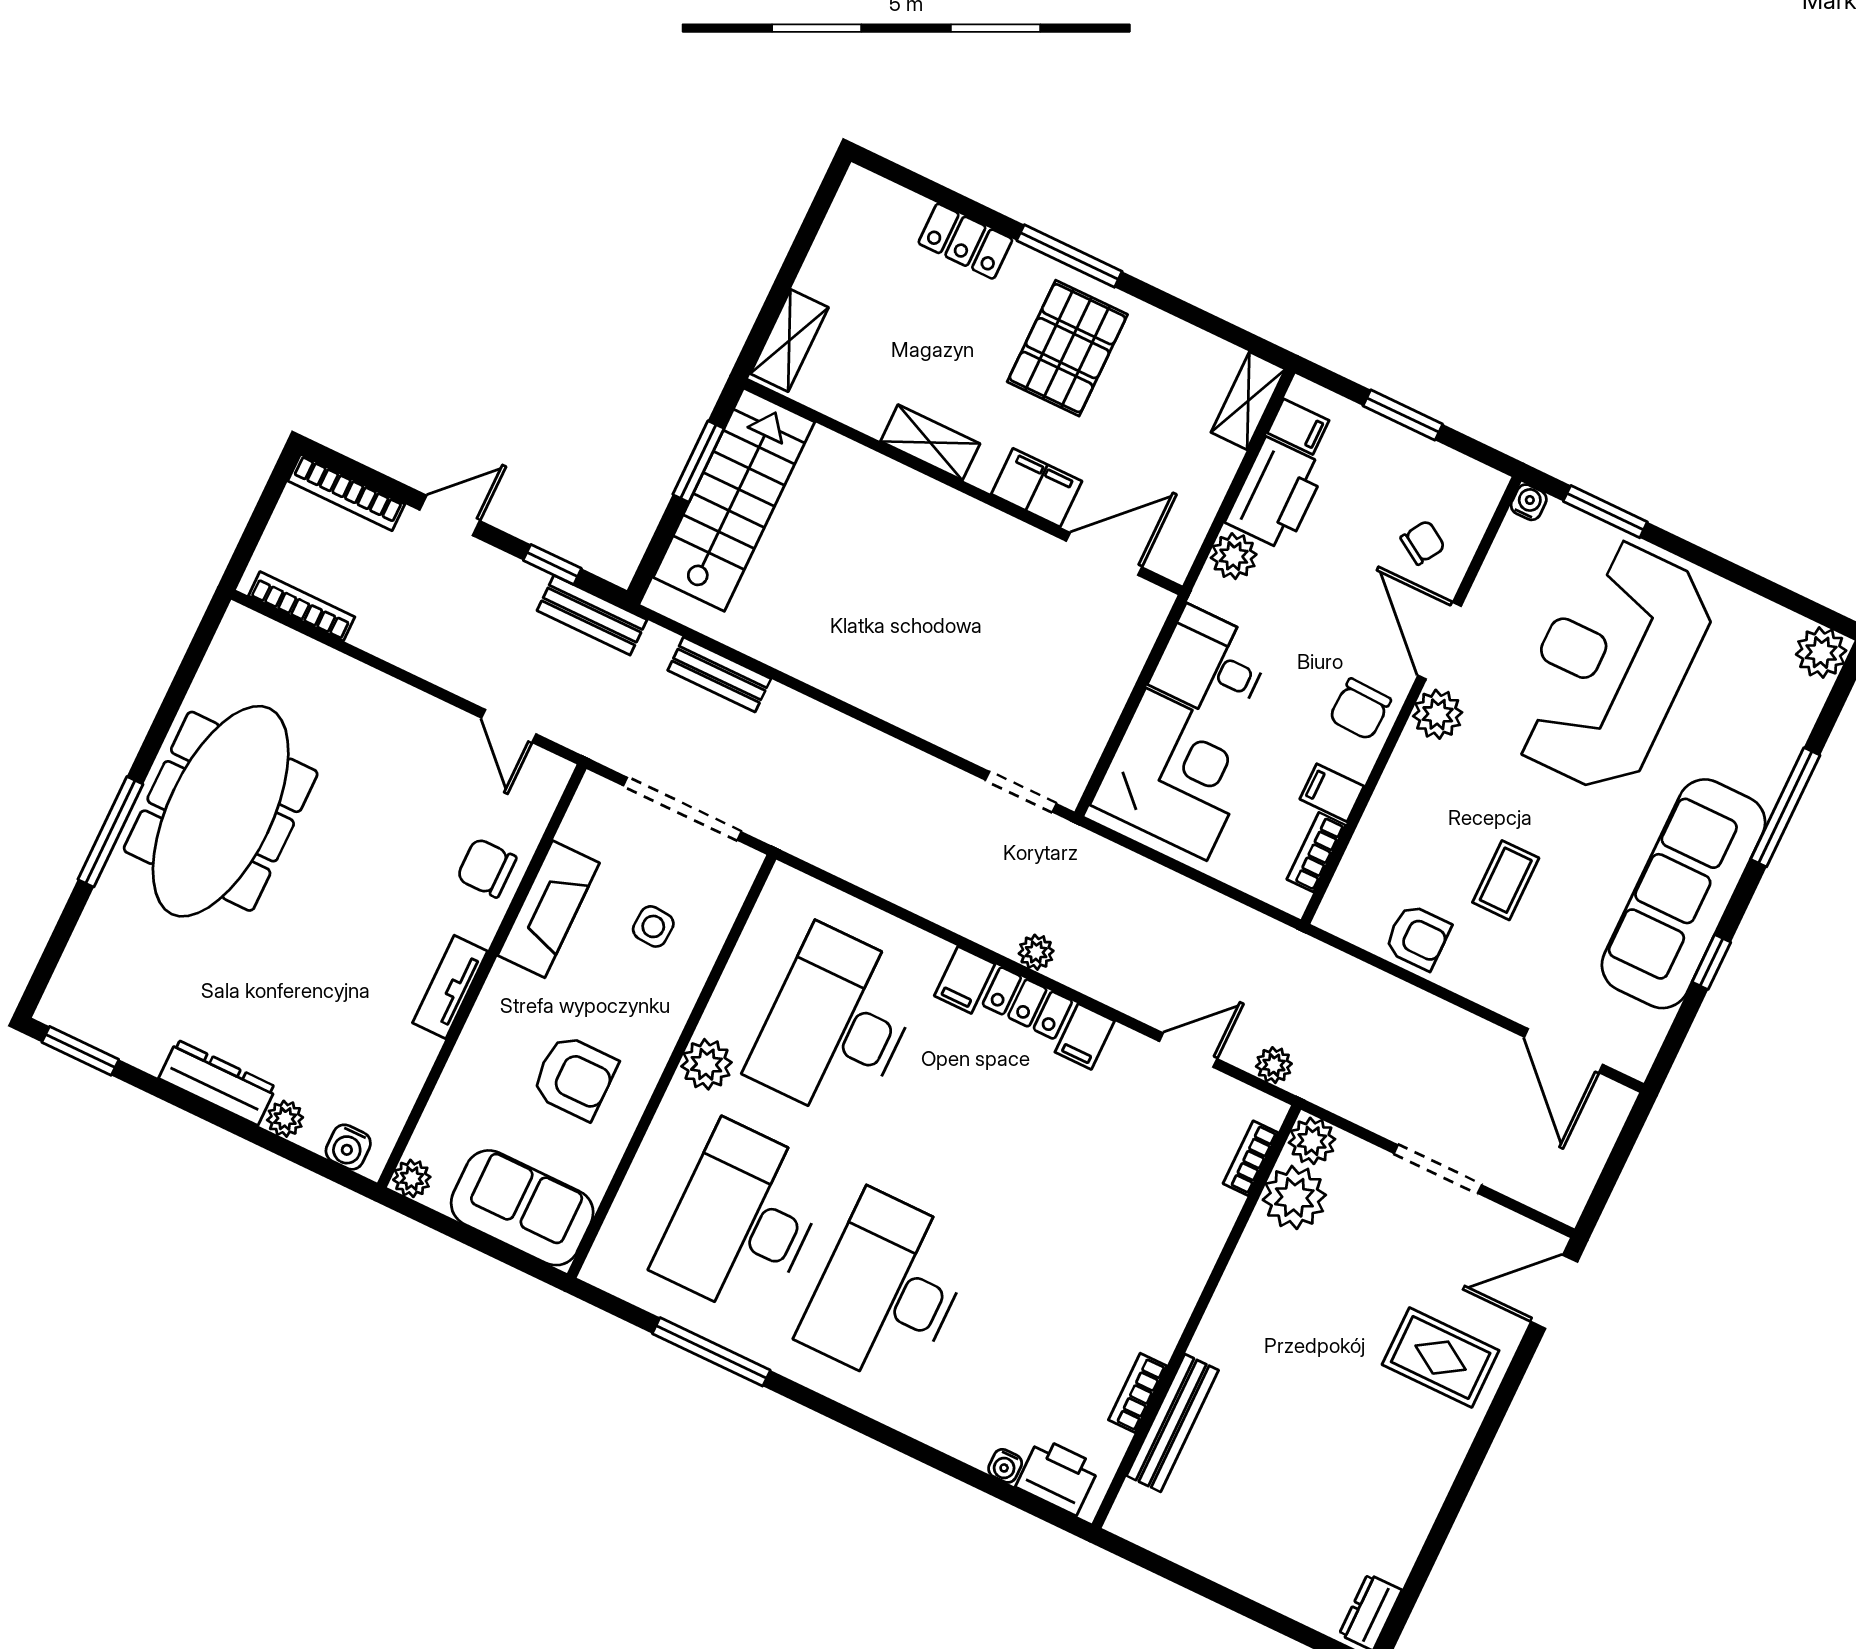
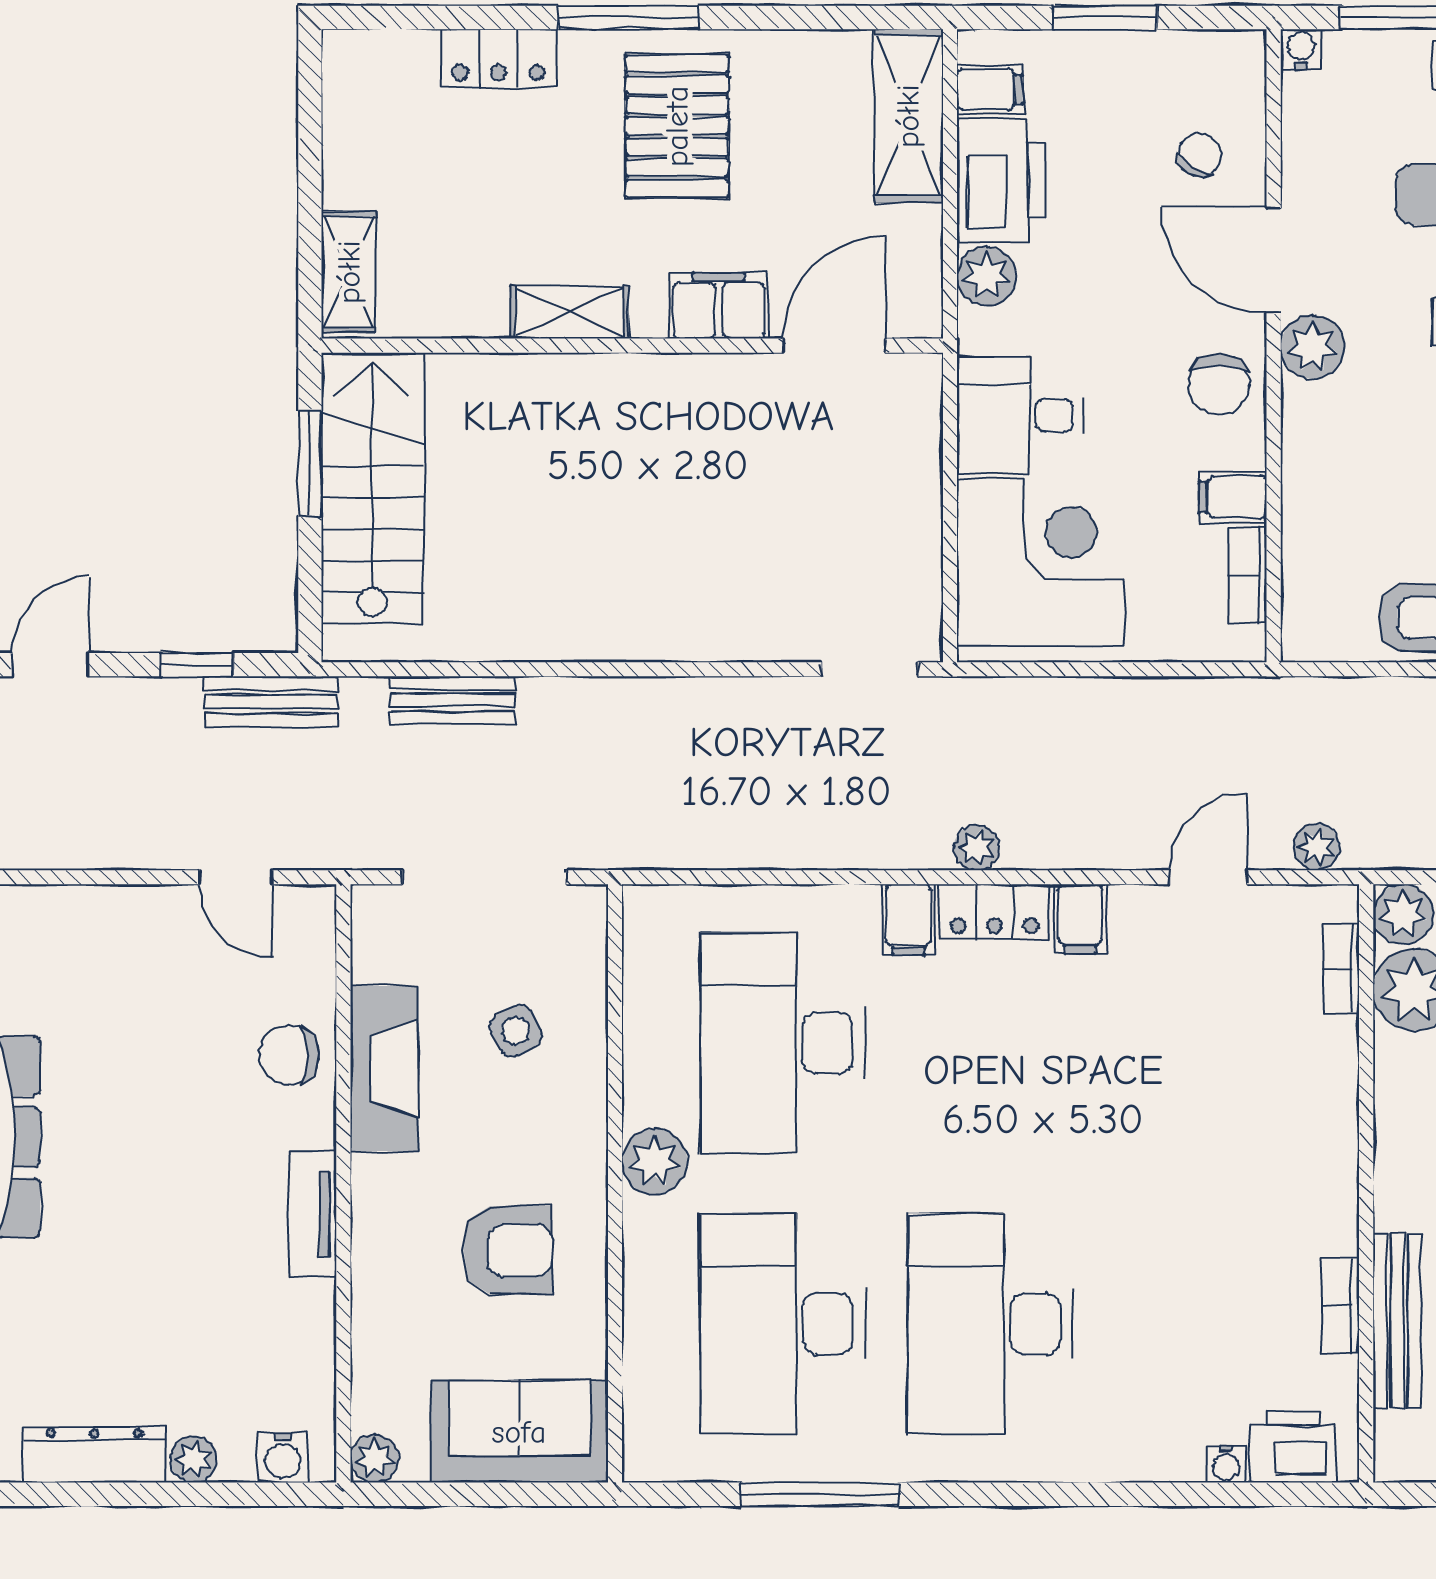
shelving: (1248, 401) -> (908, 116), width x1.50, depth x1.33
side table: (653, 926) -> (516, 1031), turned -31

